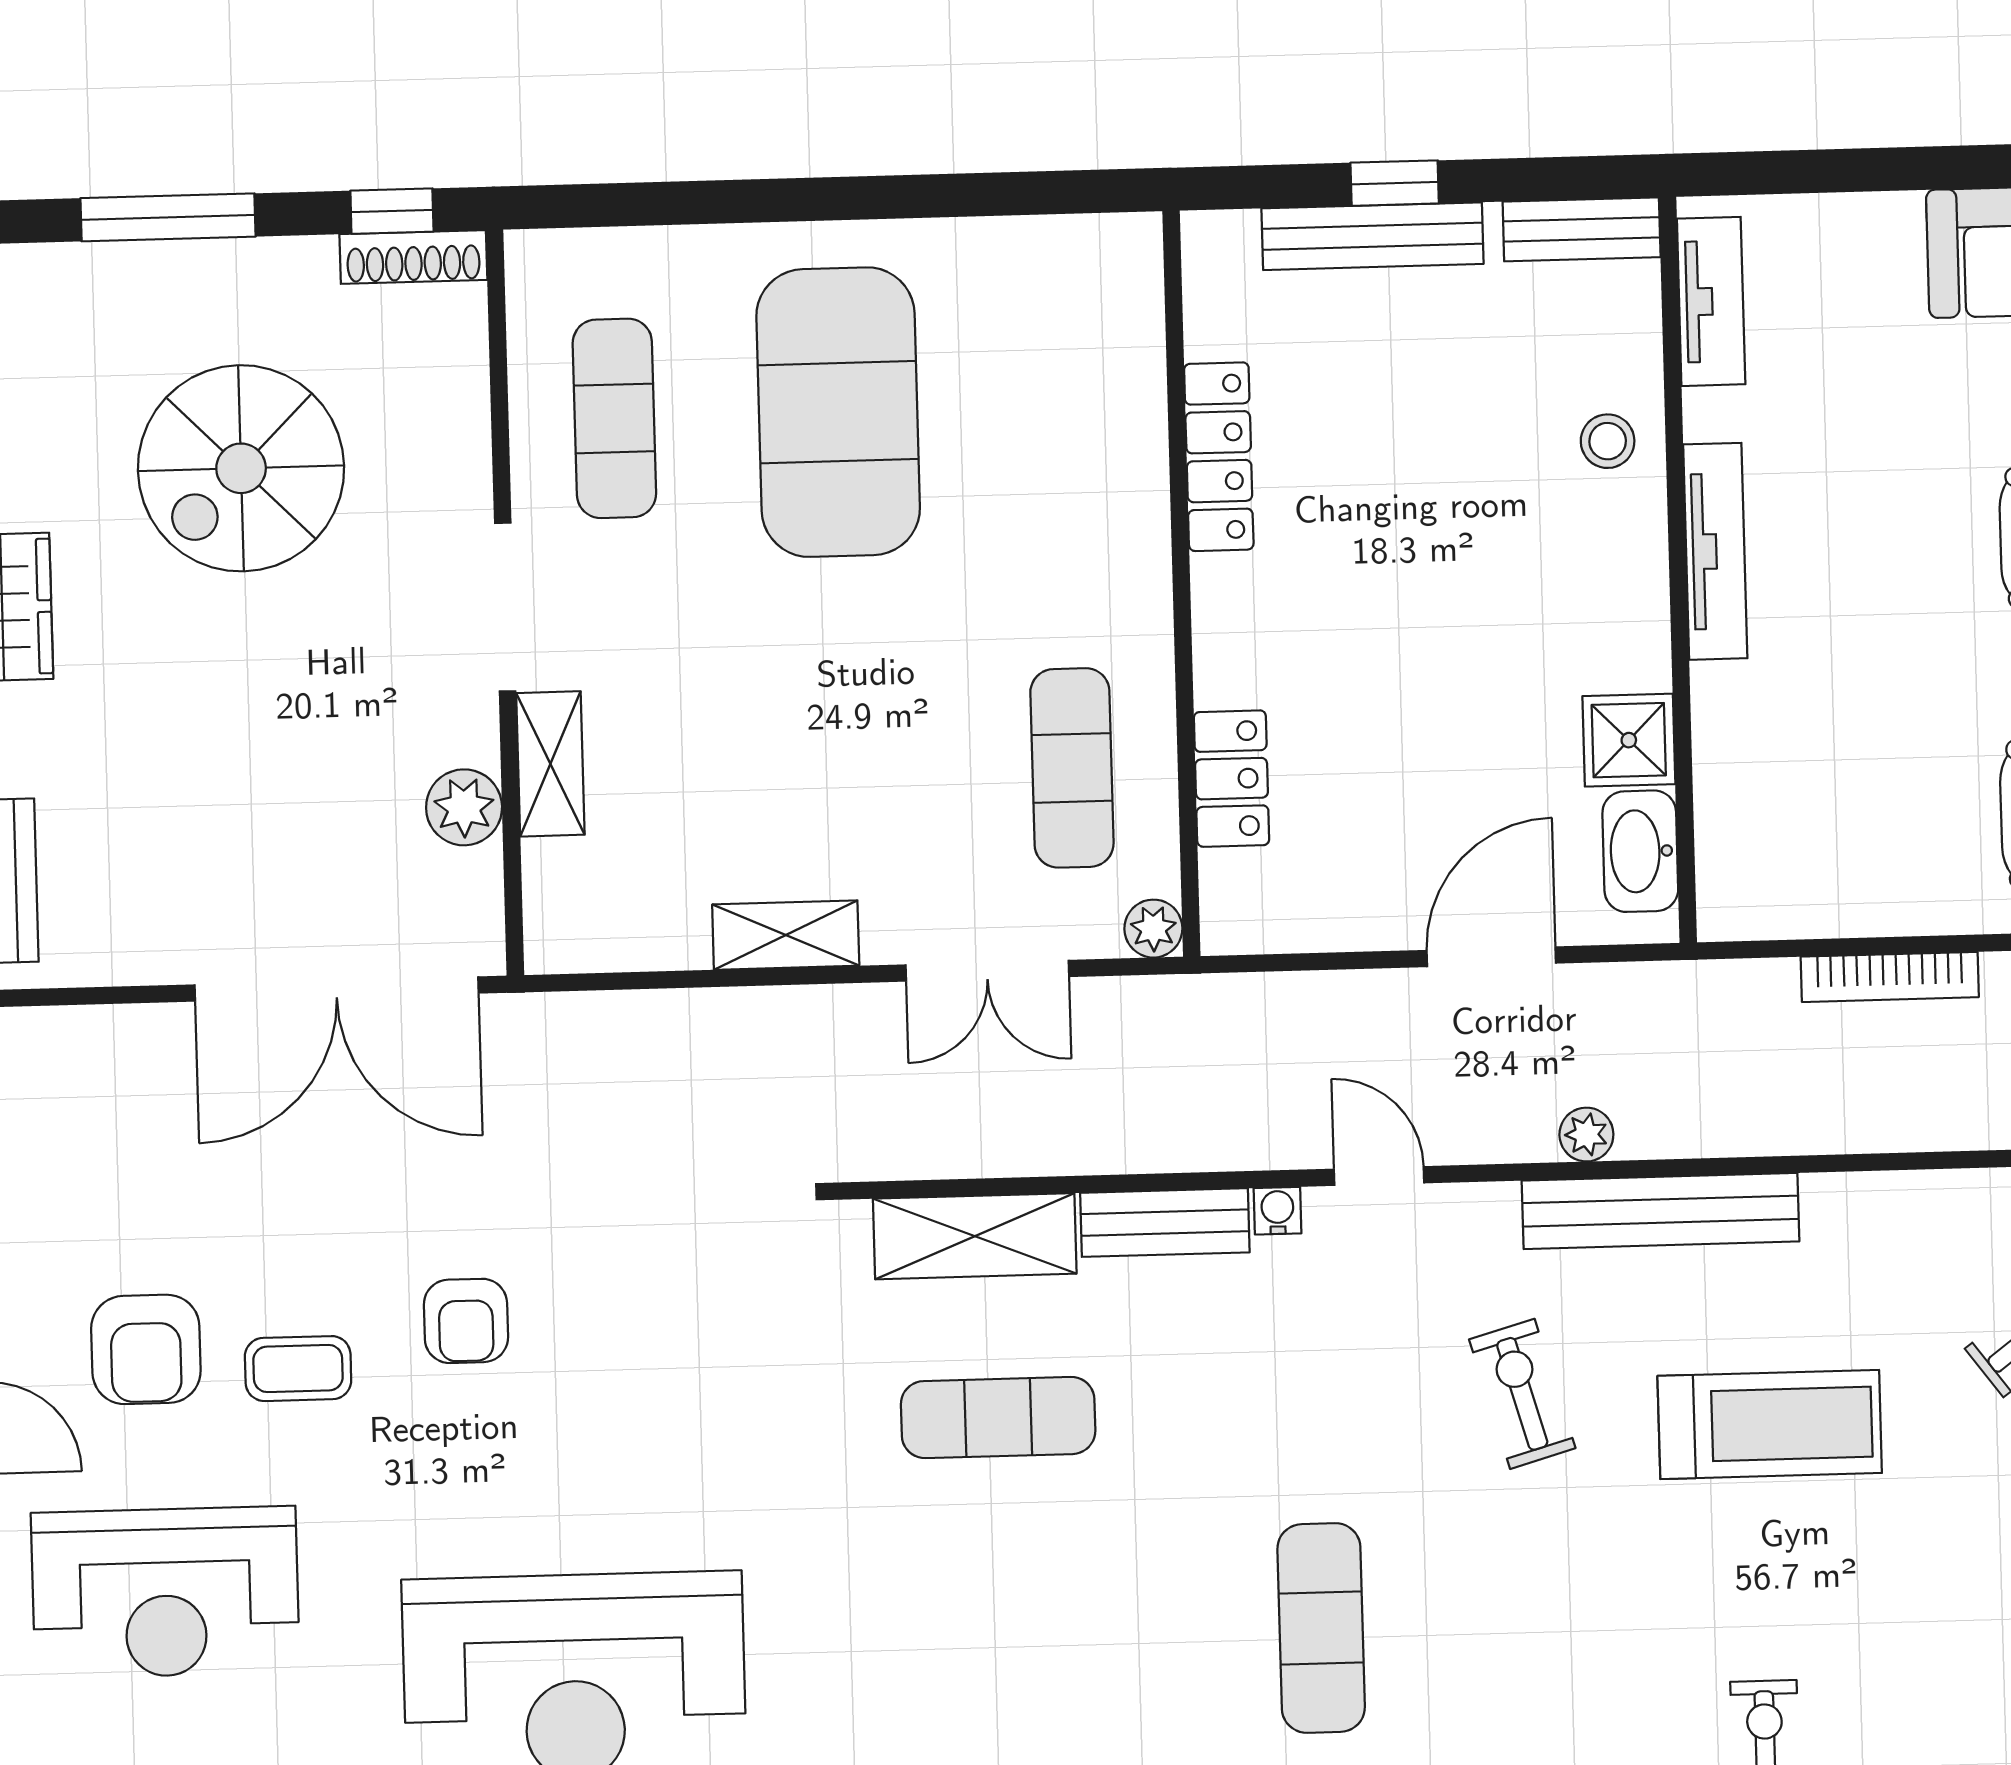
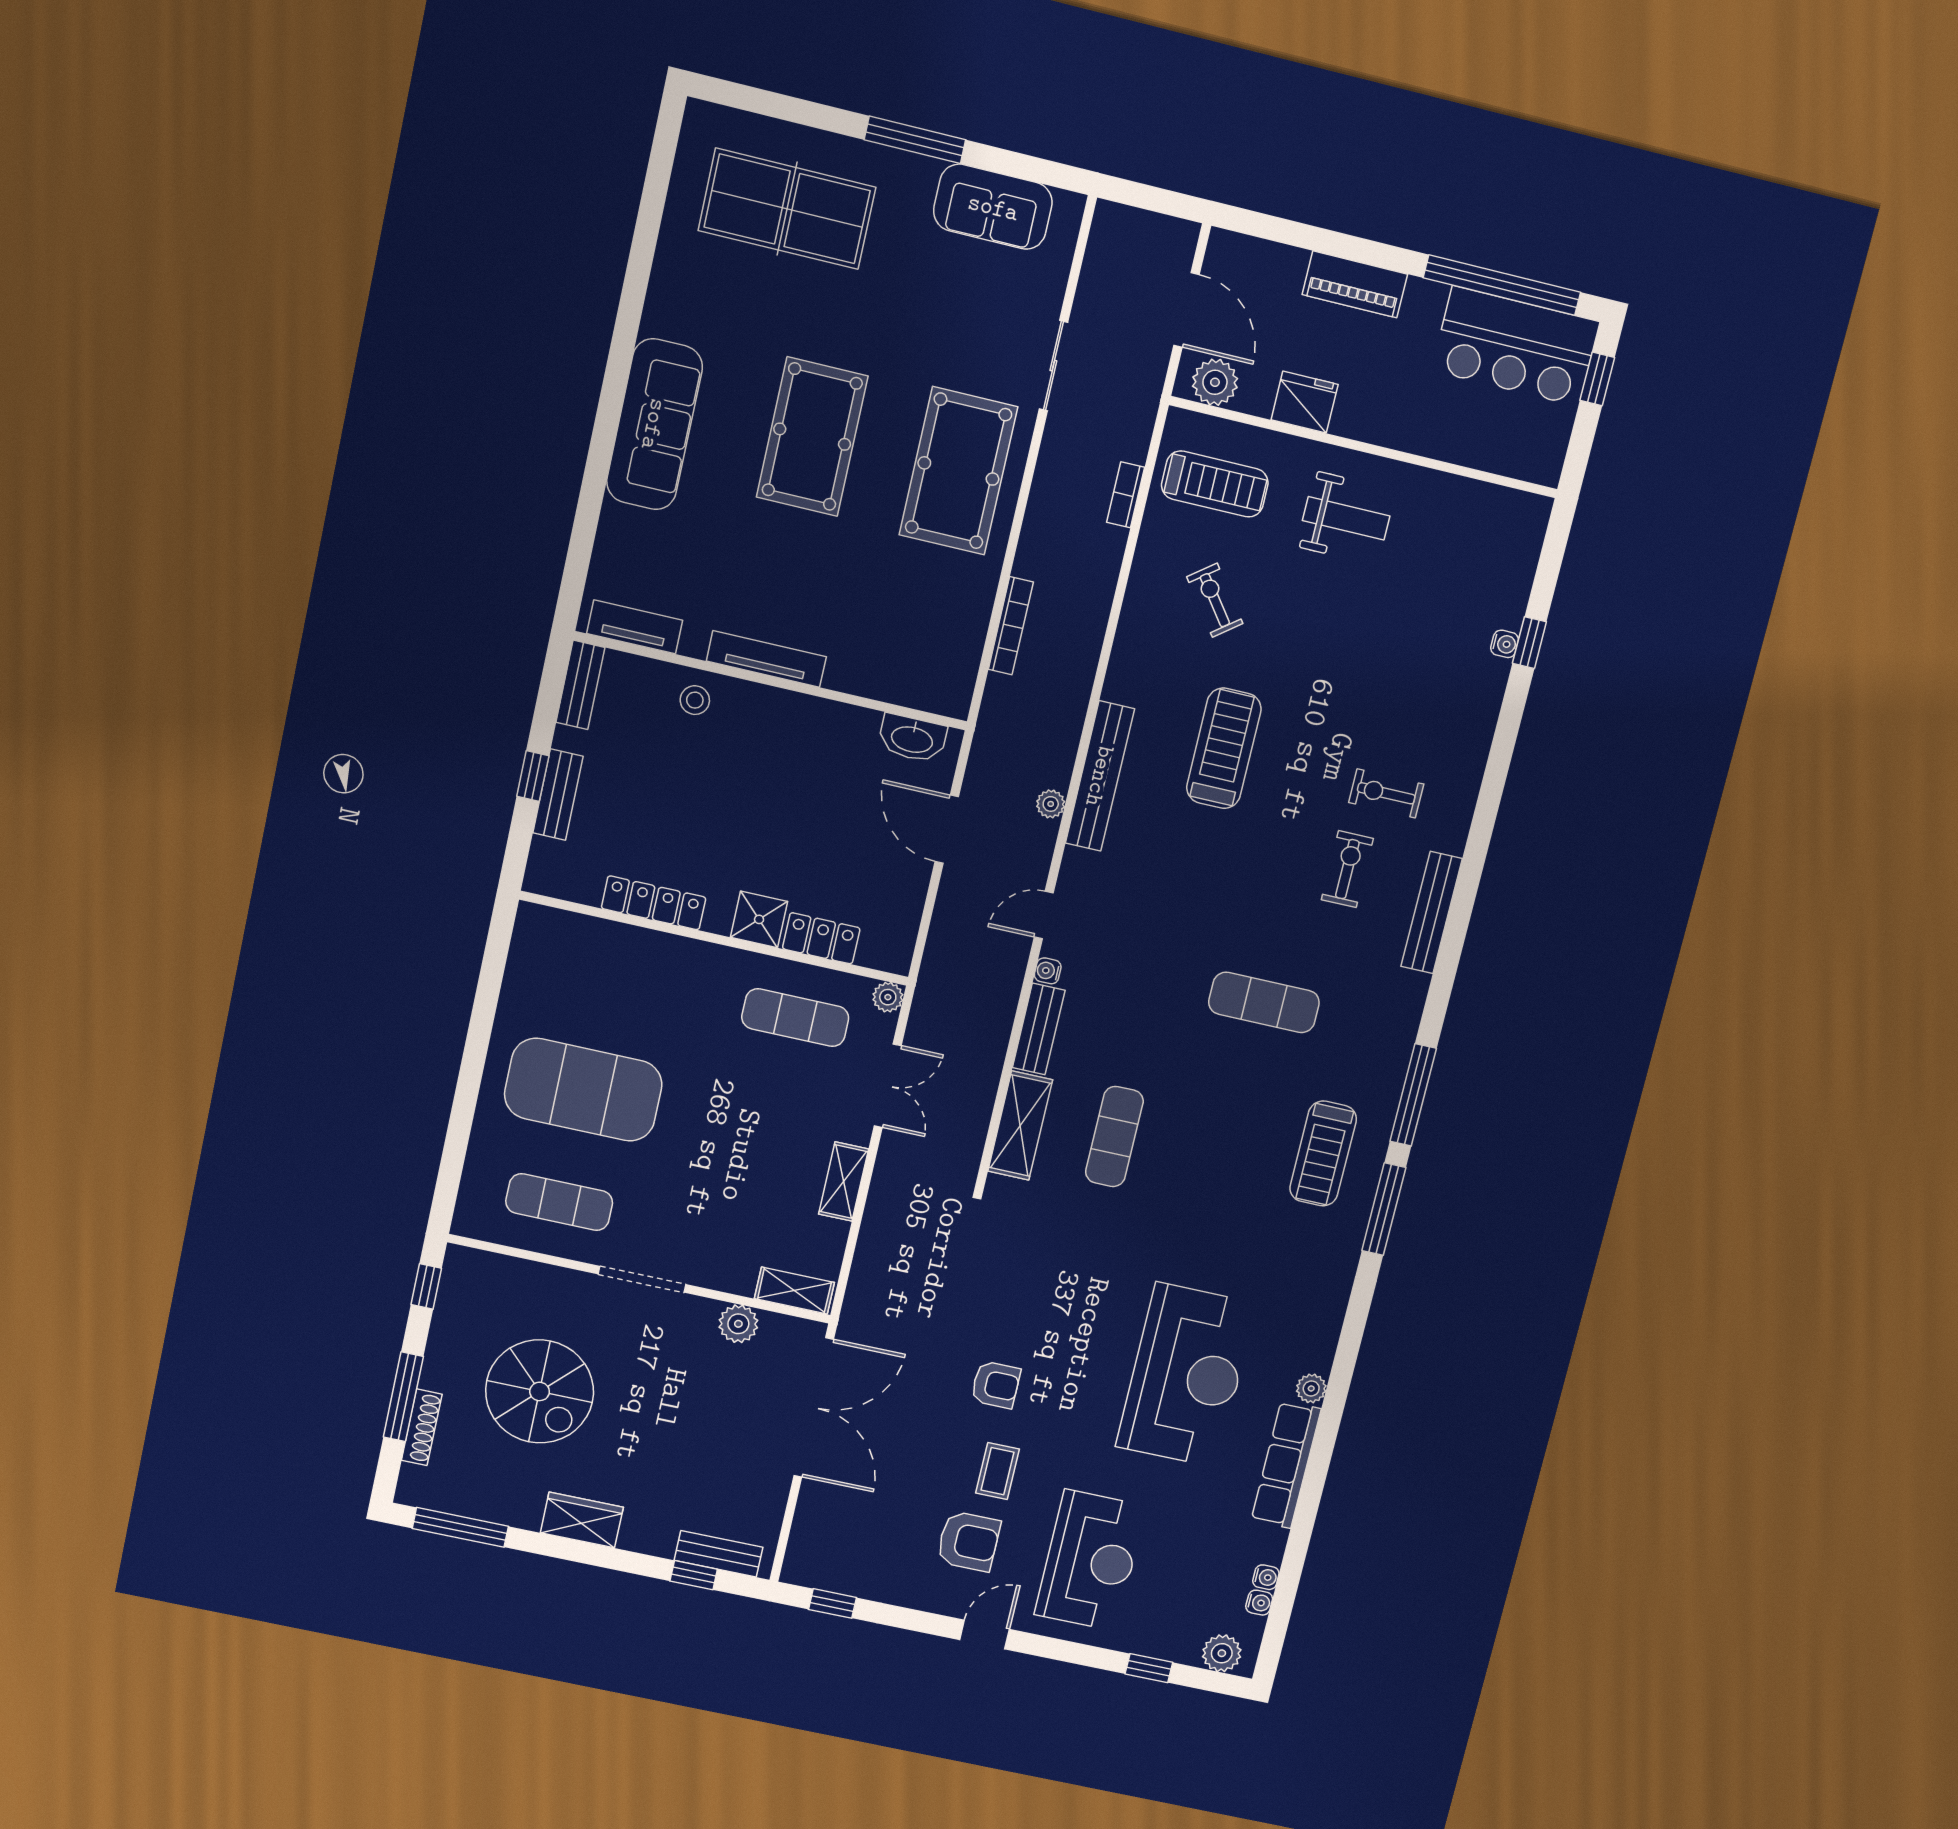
bench: (1373, 236) -> (558, 795), width x0.73
shoe rack: (413, 257) -> (422, 1427), moved
shower: (1629, 740) -> (759, 919), moved
shelving: (550, 764) -> (794, 1291), moved
exercise bike: (1522, 1394) -> (1347, 869), moved, turned 106

